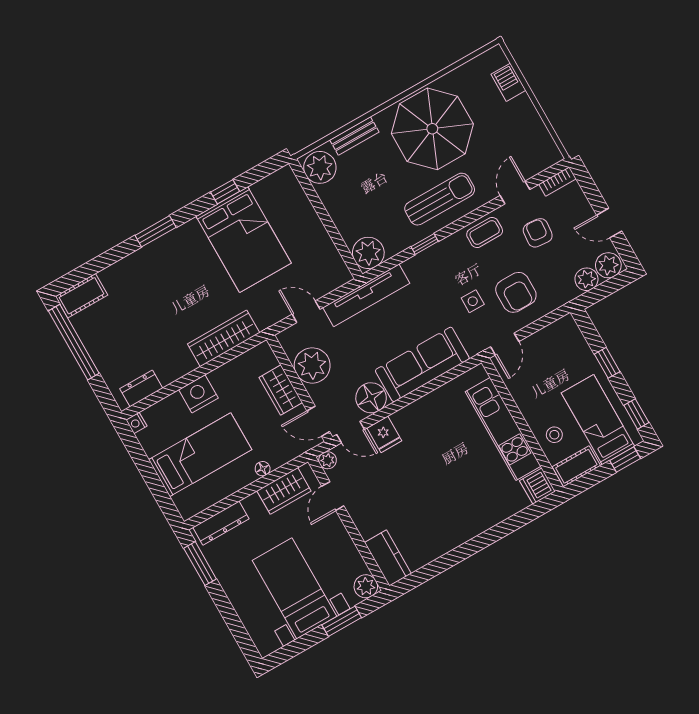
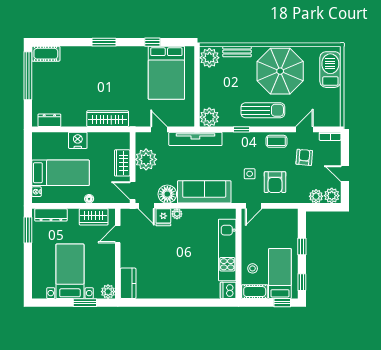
barbecue: (508, 82) -> (330, 70), width x1.88, depth x1.53
bed: (244, 240) -> (166, 73), moved
nightstand: (136, 423) -> (36, 192), moved
plant: (328, 460) -> (177, 214), moved

